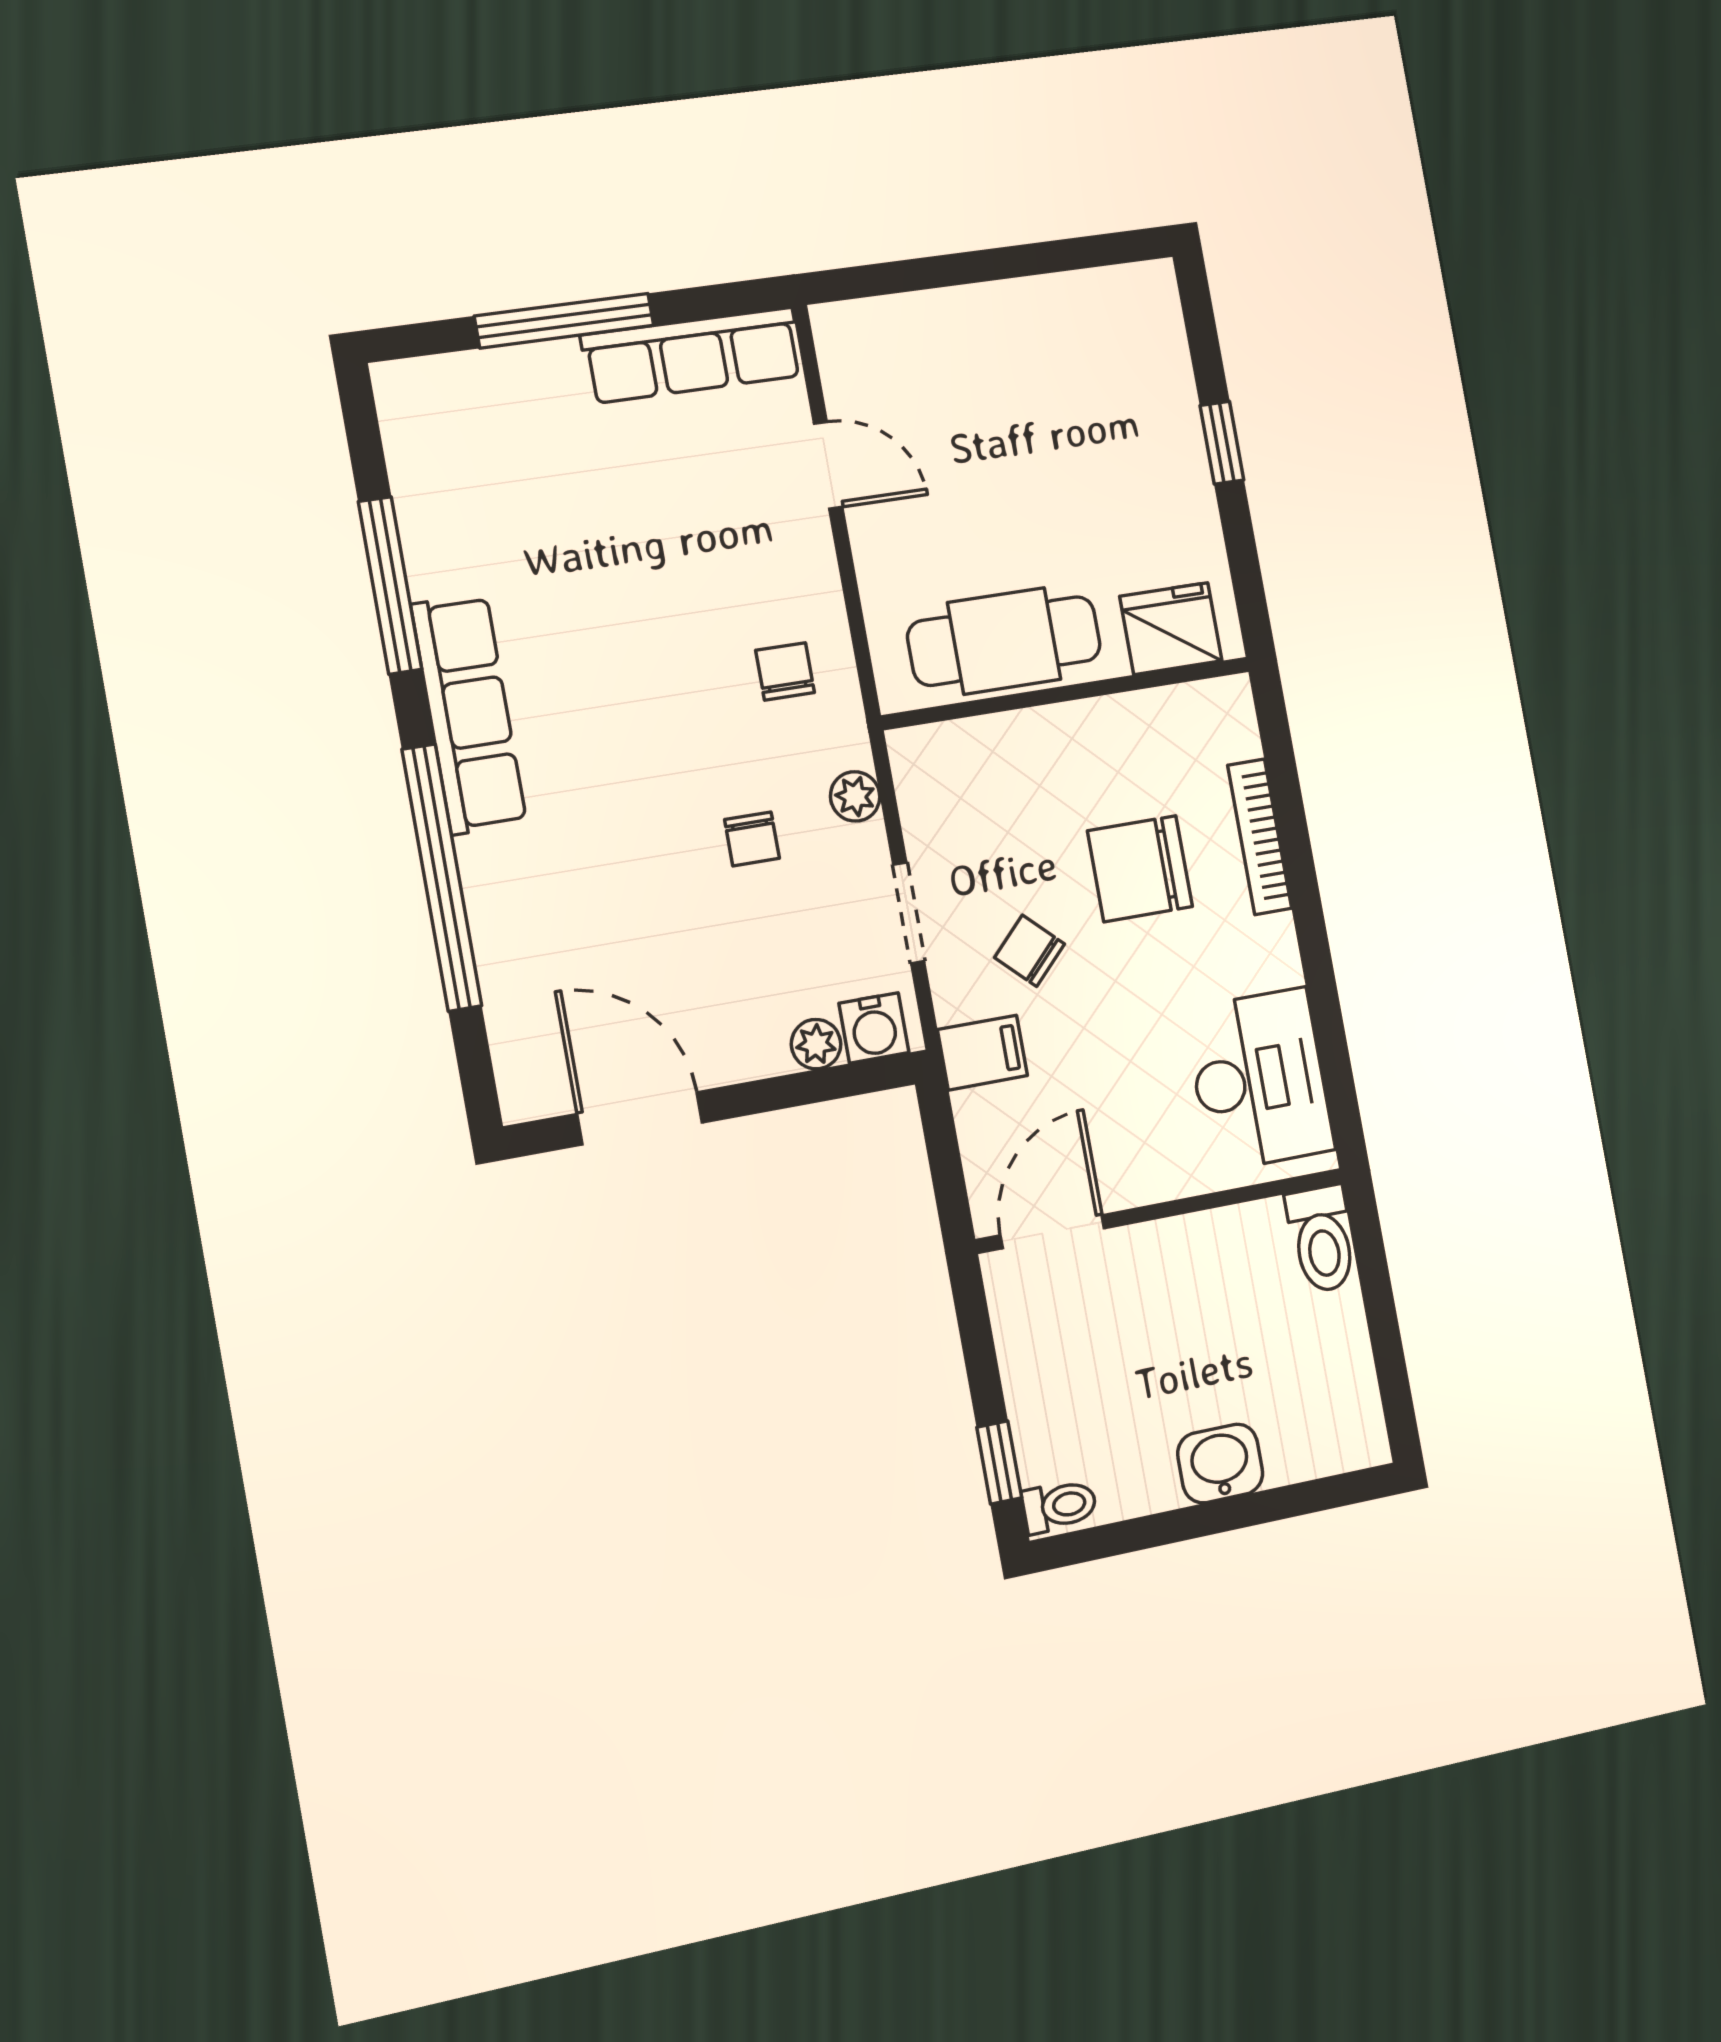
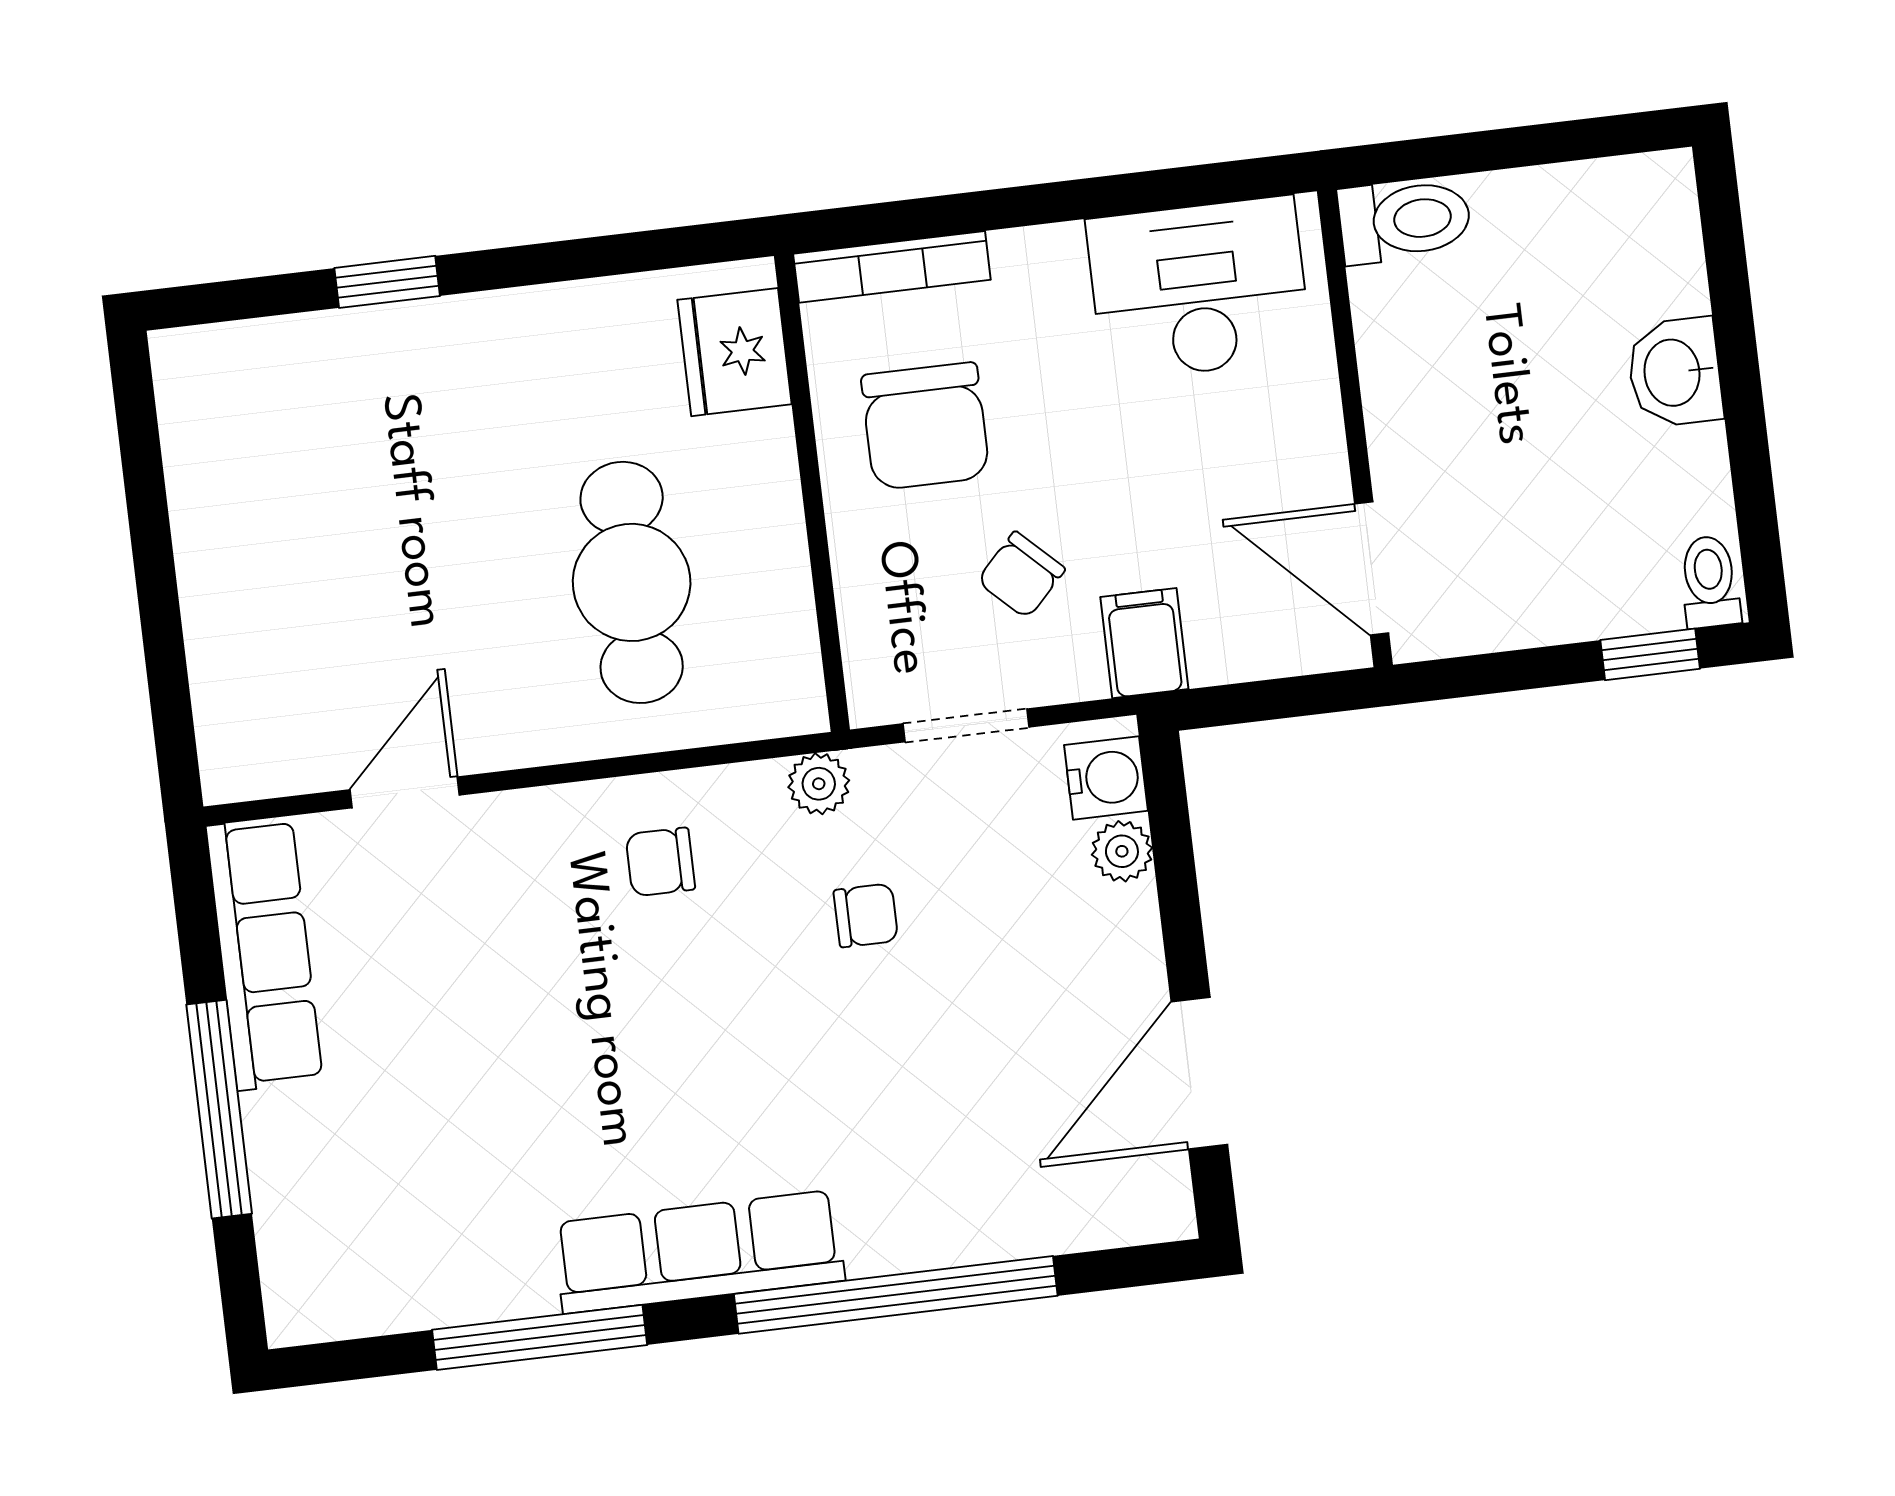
fridge: (1171, 629) -> (735, 352), moved
wall: (1067, 693) -> (812, 493), moved

